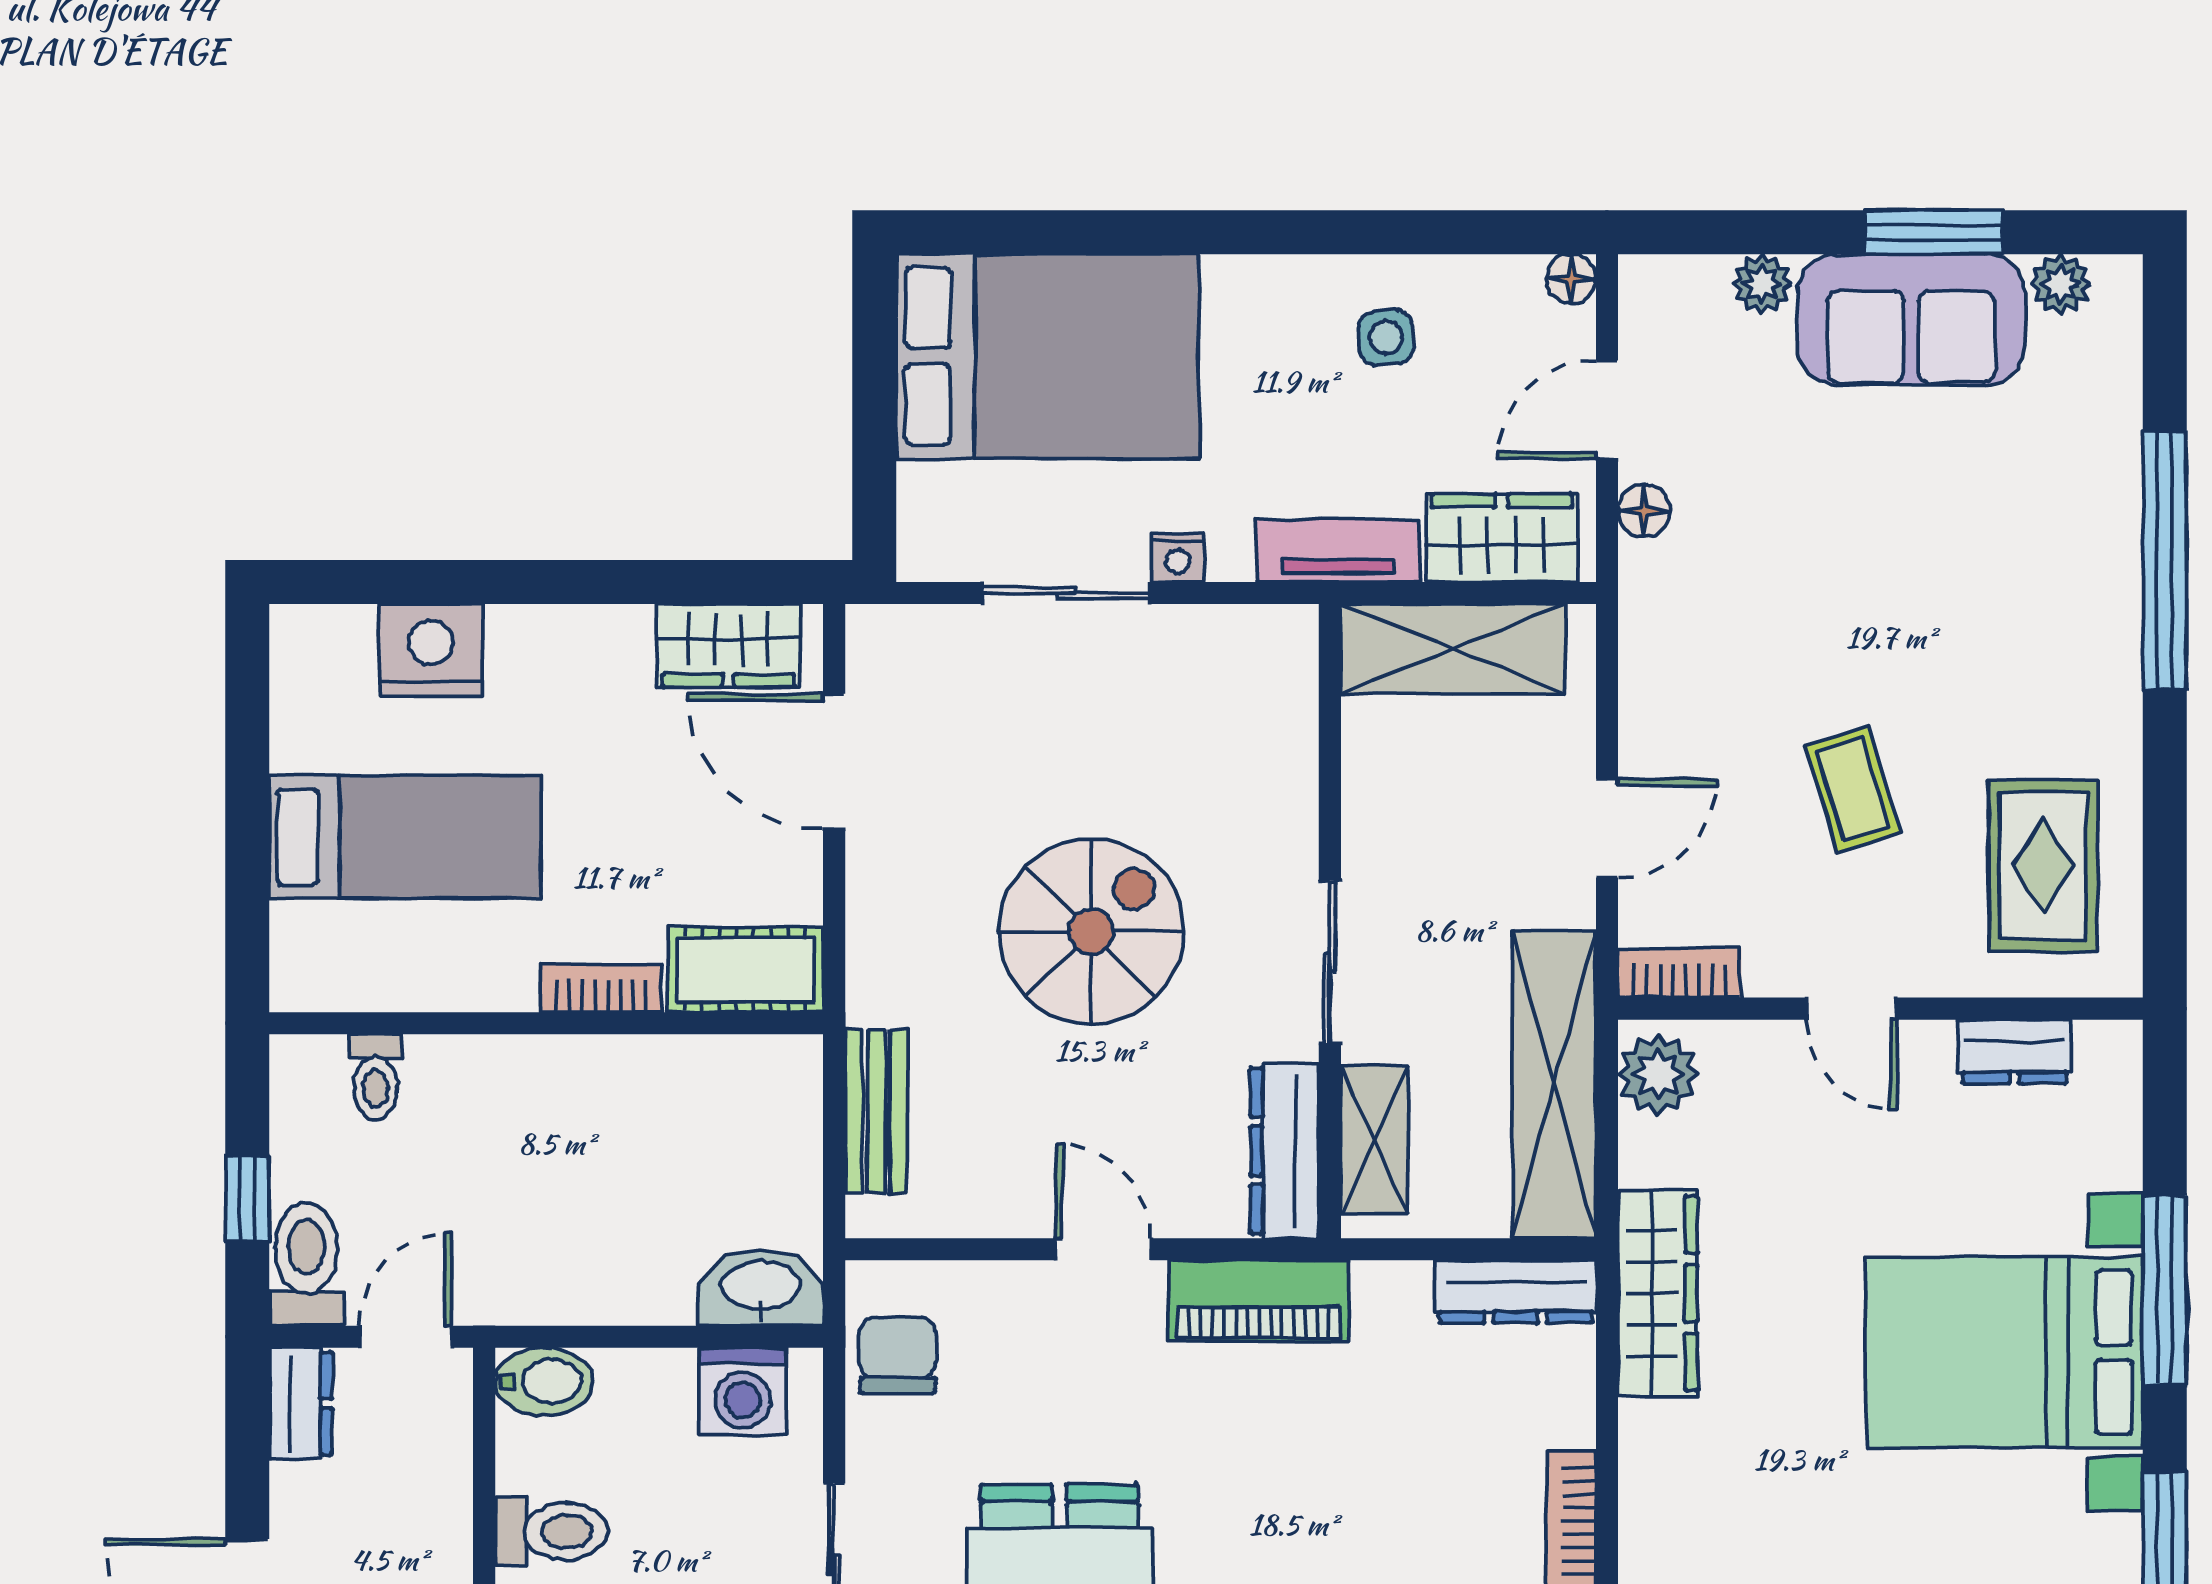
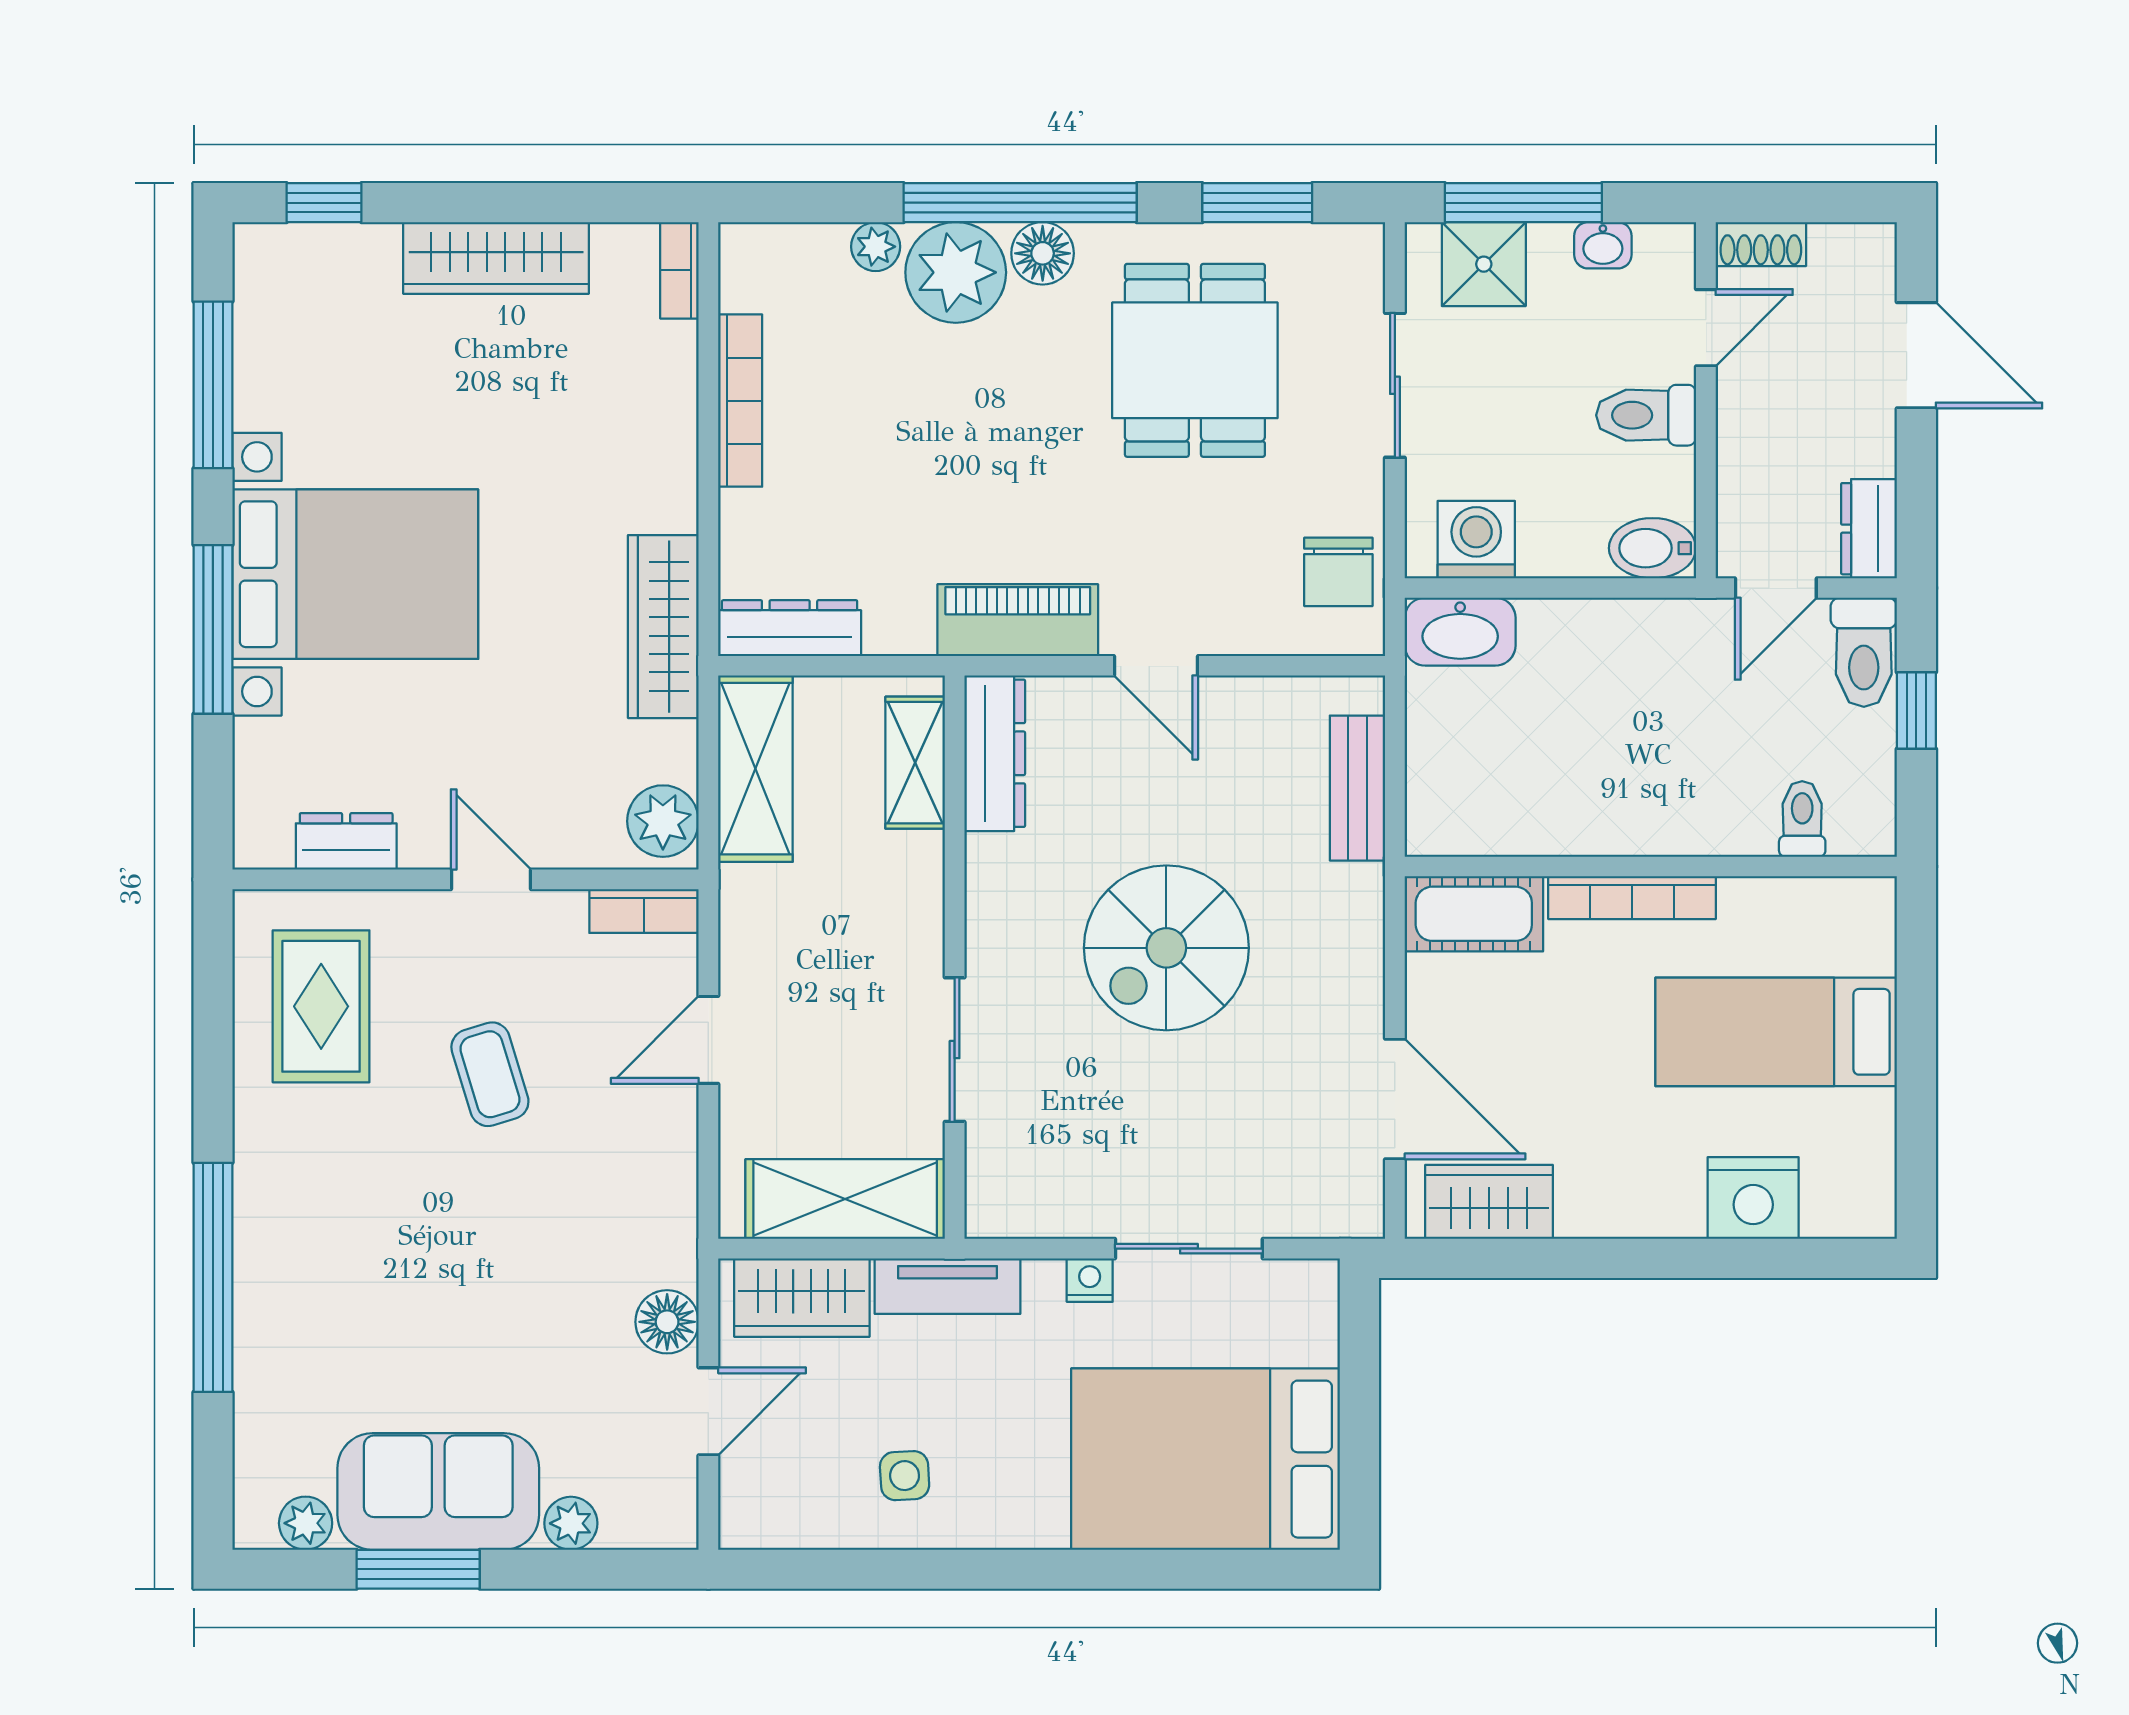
floor lamp: (1571, 279) -> (740, 1528), removed
floor lamp: (1644, 511) -> (667, 1322), width x1.37, depth x1.37
sliding door: (1330, 962) -> (955, 1050), moved
bookcase: (601, 988) -> (1632, 898), width x1.56
shelving: (1554, 1084) -> (755, 769), width x0.68

